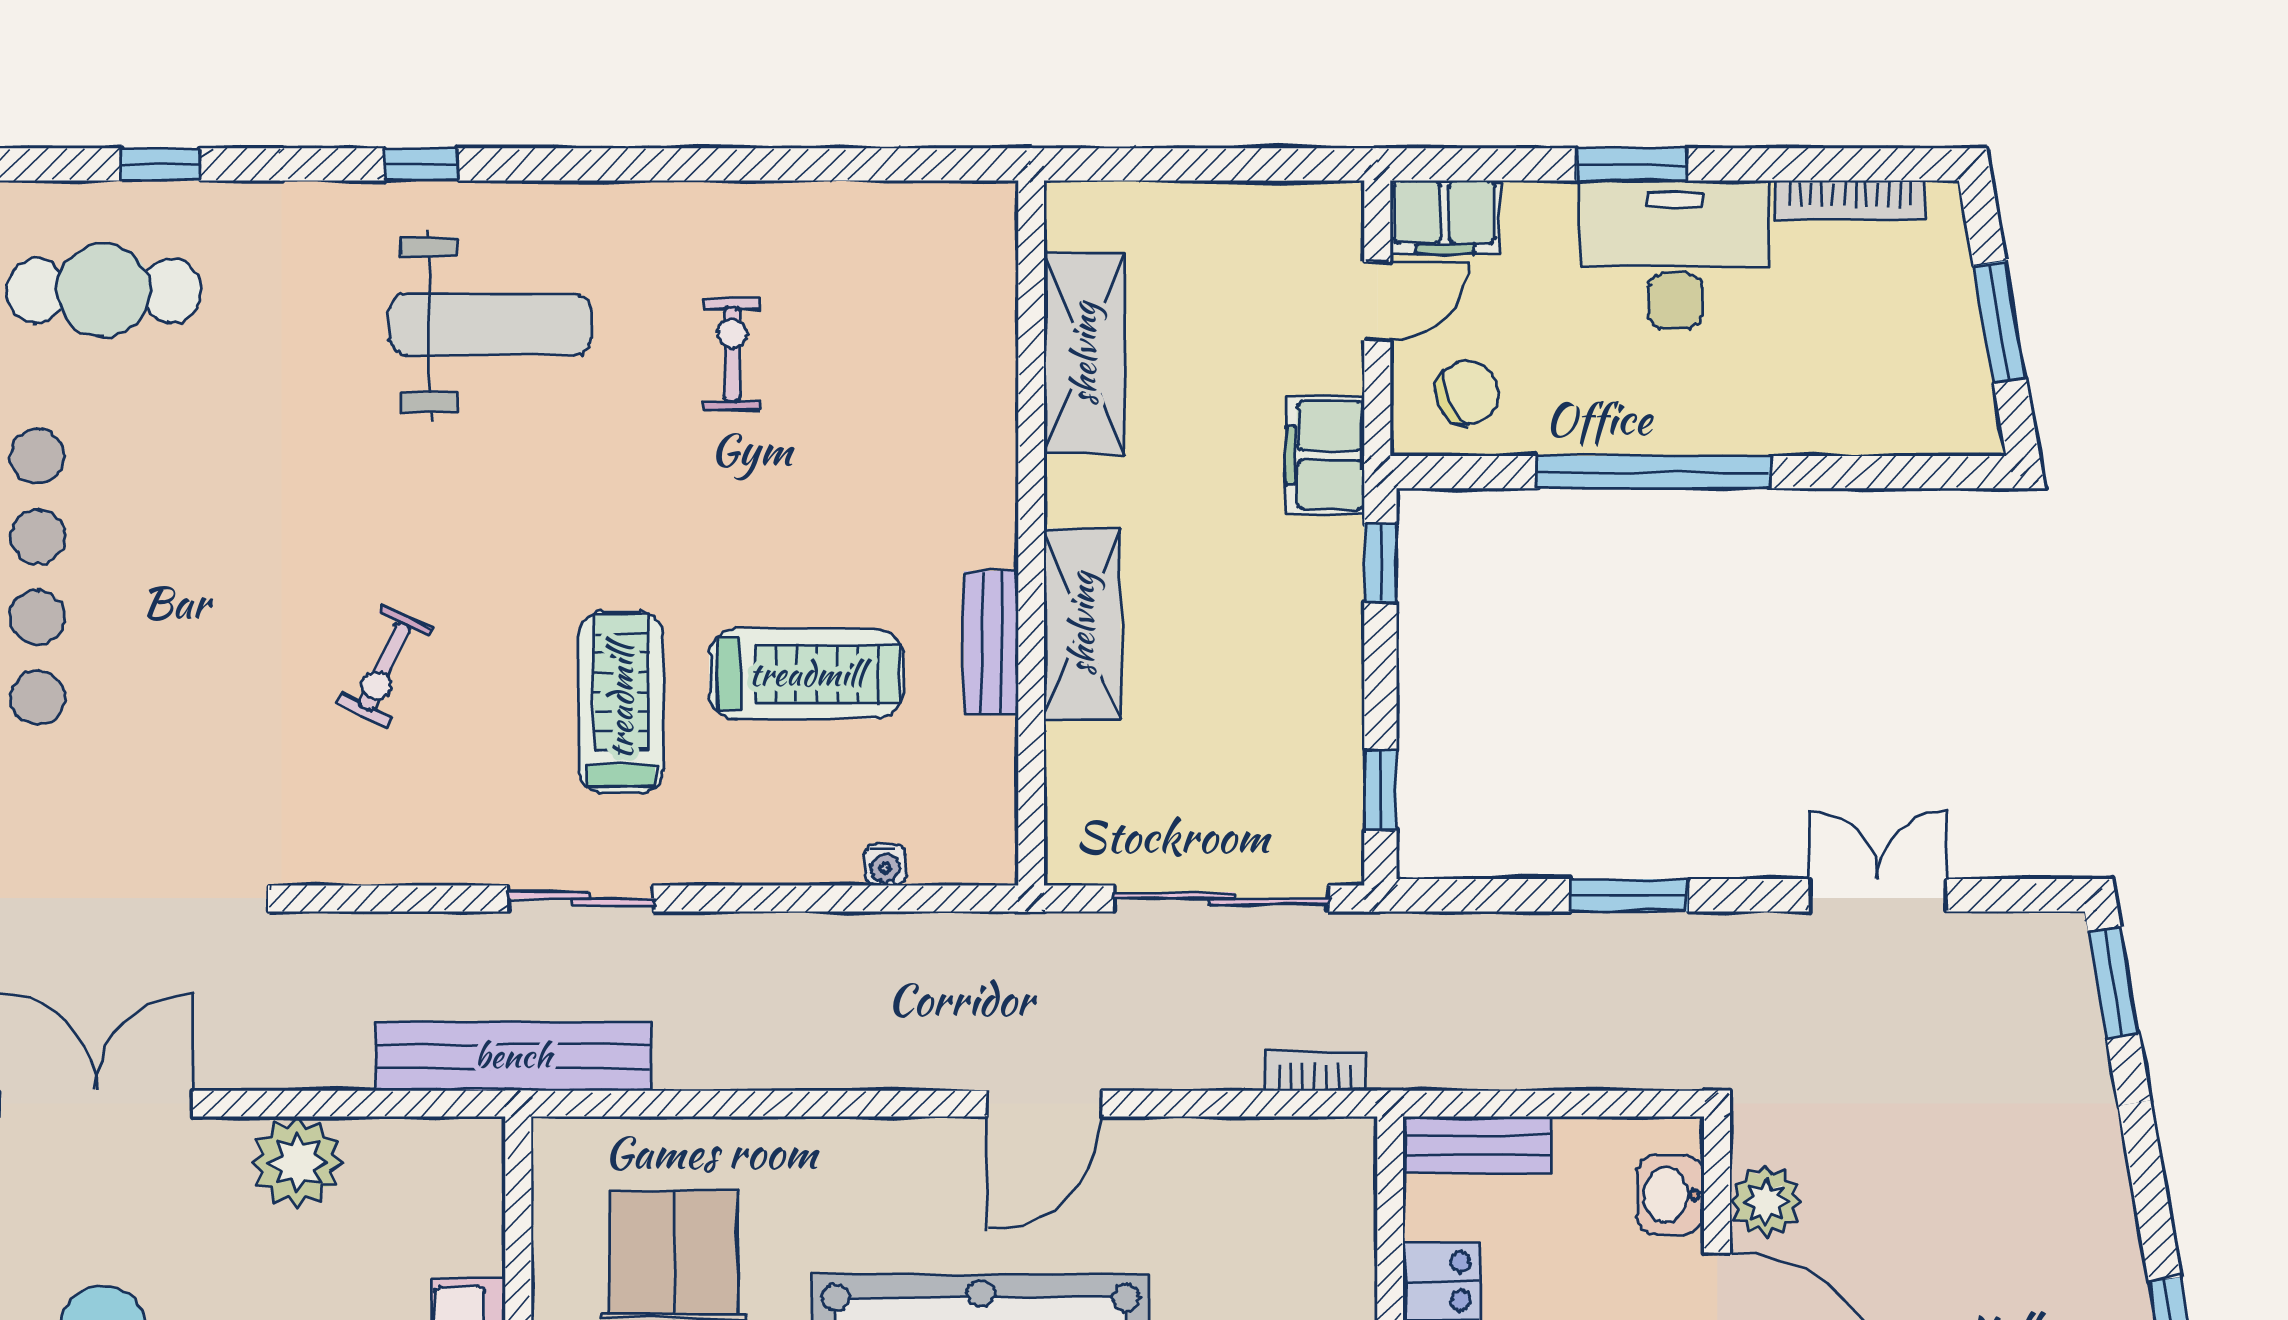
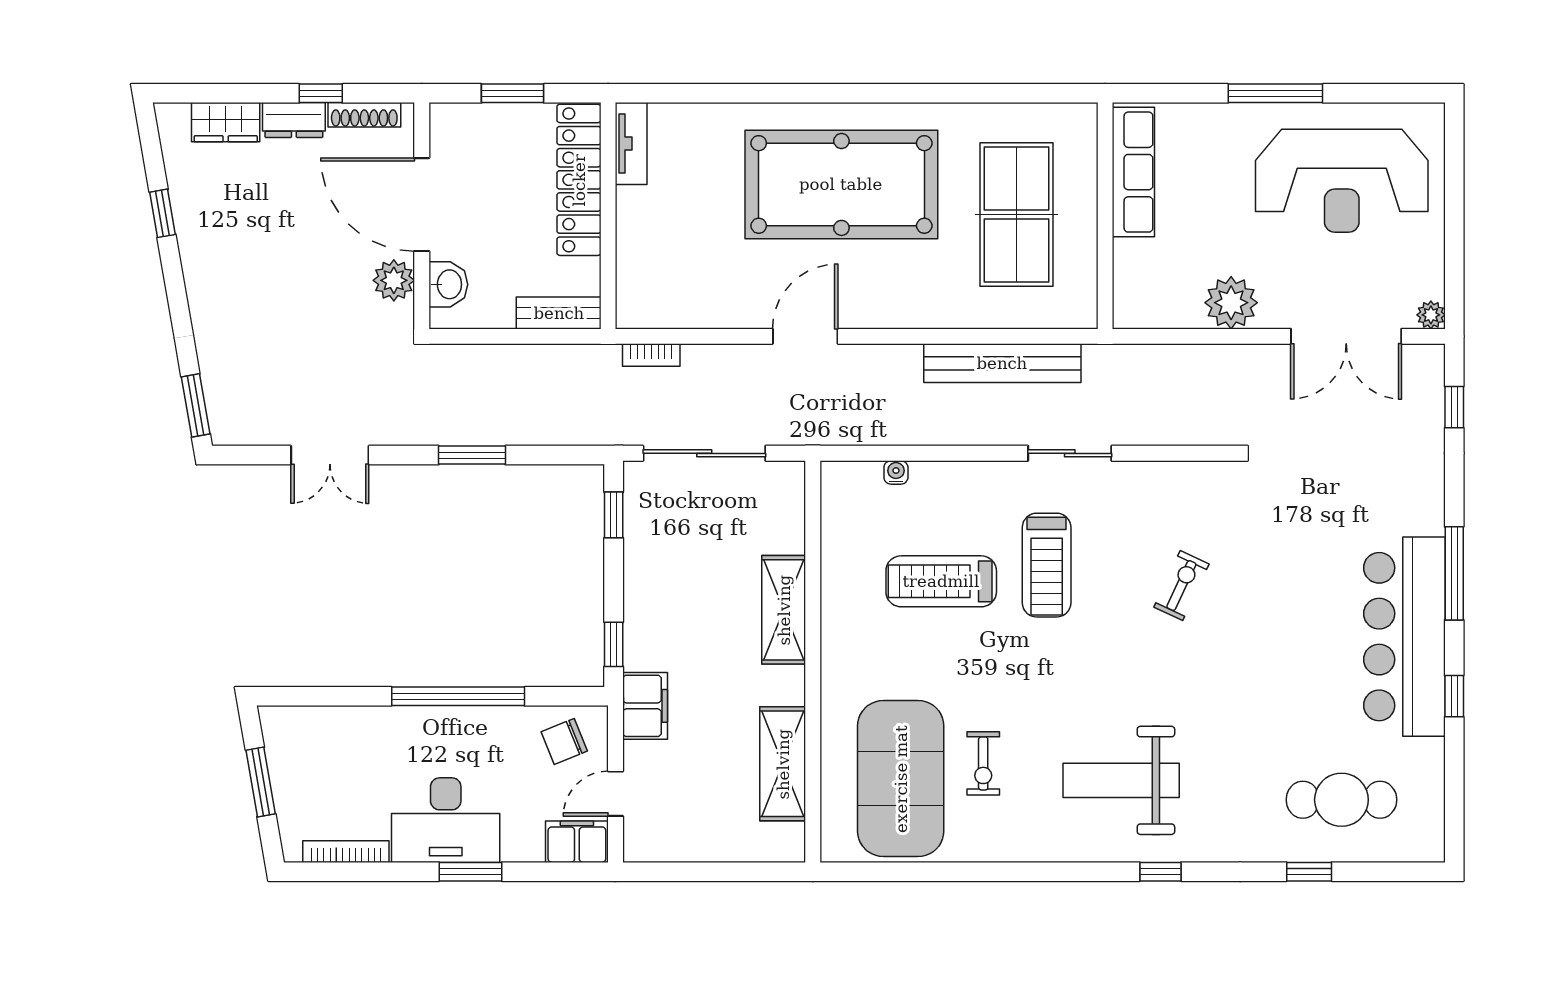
exercise mat: (877, 328) -> (901, 779), added
bench: (991, 642) -> (836, 599), removed
bench: (513, 1056) -> (1002, 363), moved

